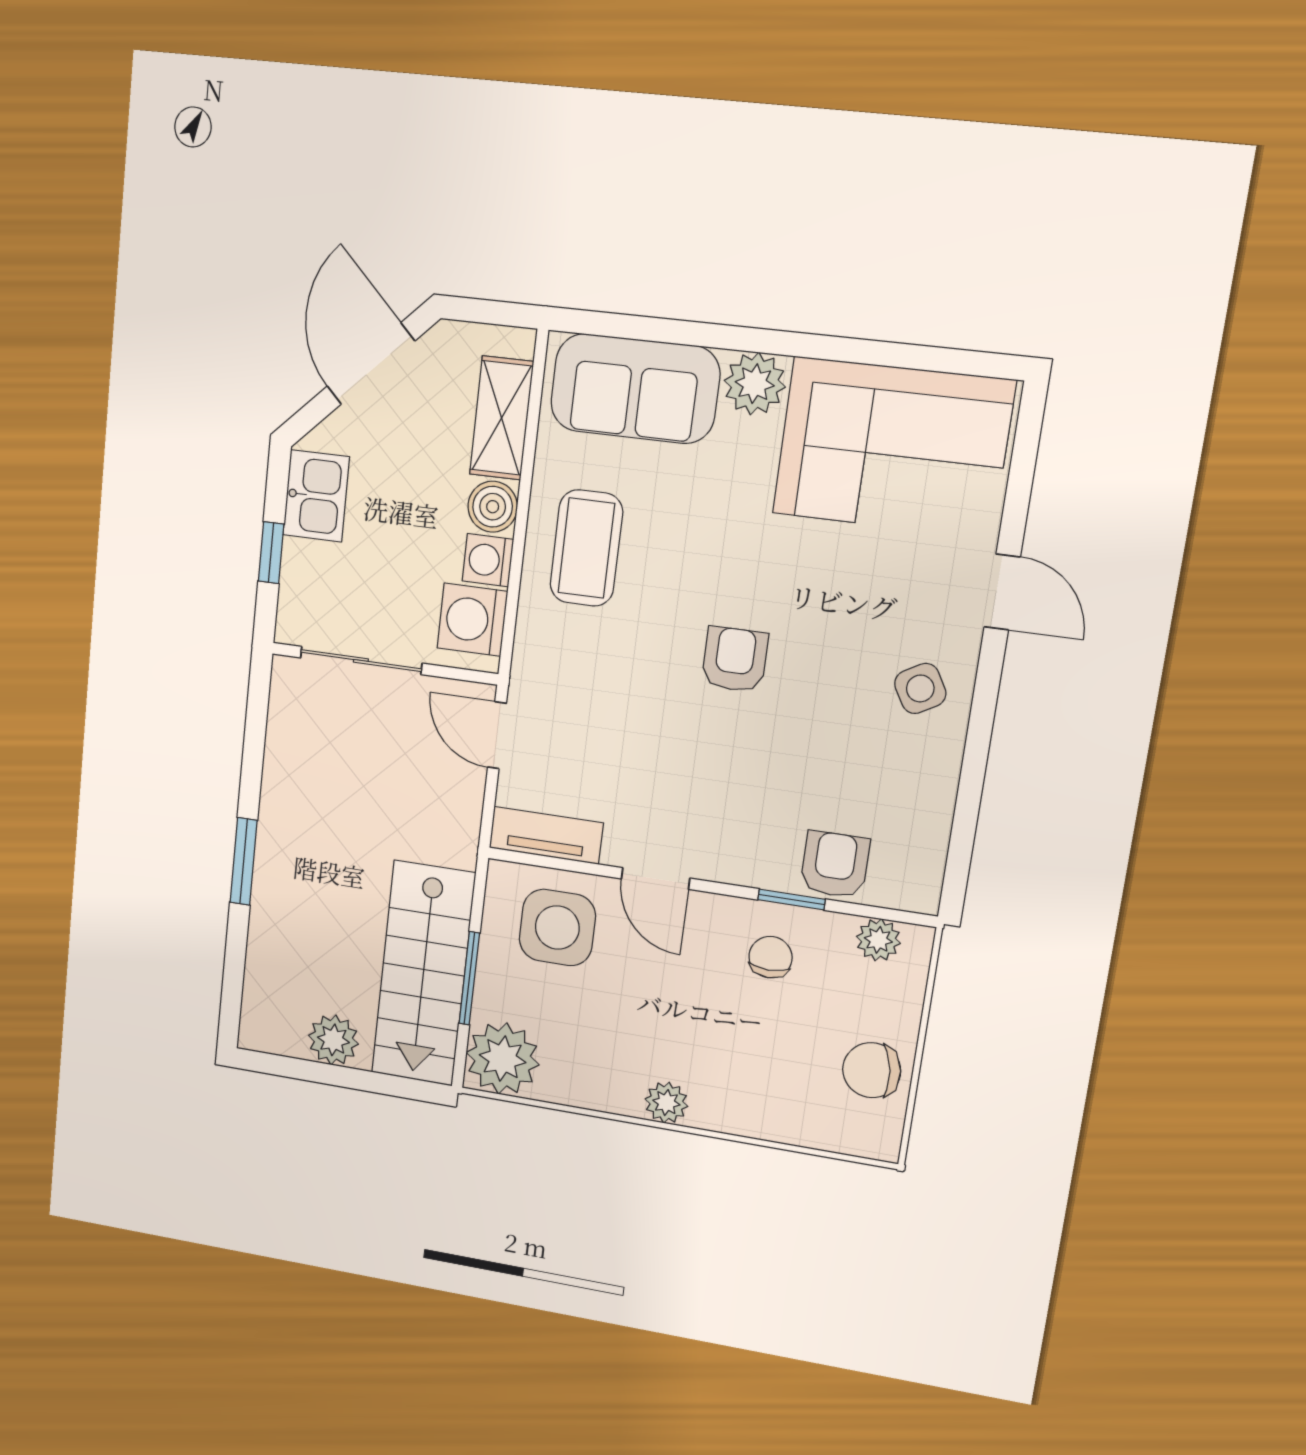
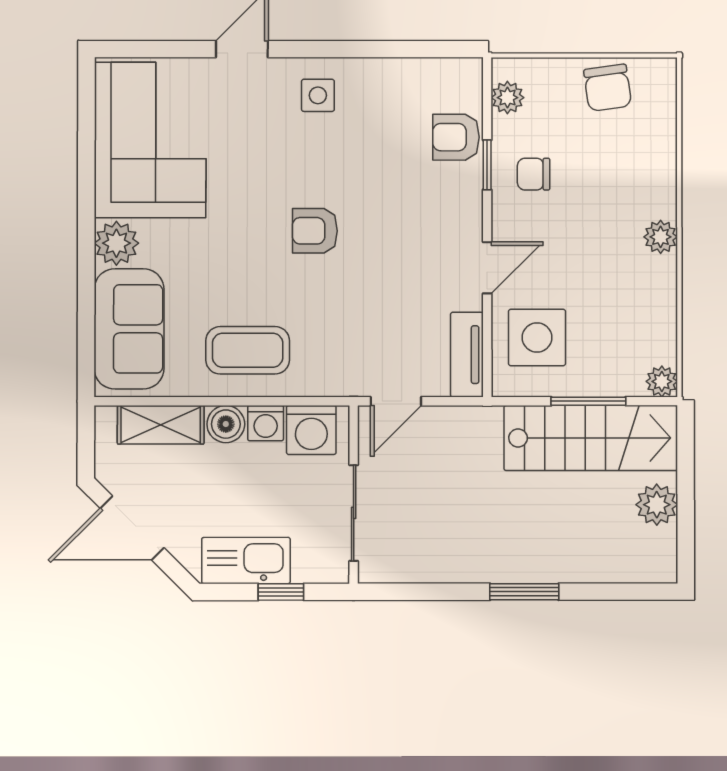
kitchen sink: (316, 496) -> (246, 561), width x1.38
side table: (920, 688) -> (318, 95), turned 30
plant: (503, 1059) -> (662, 381), width x0.53, depth x0.53

